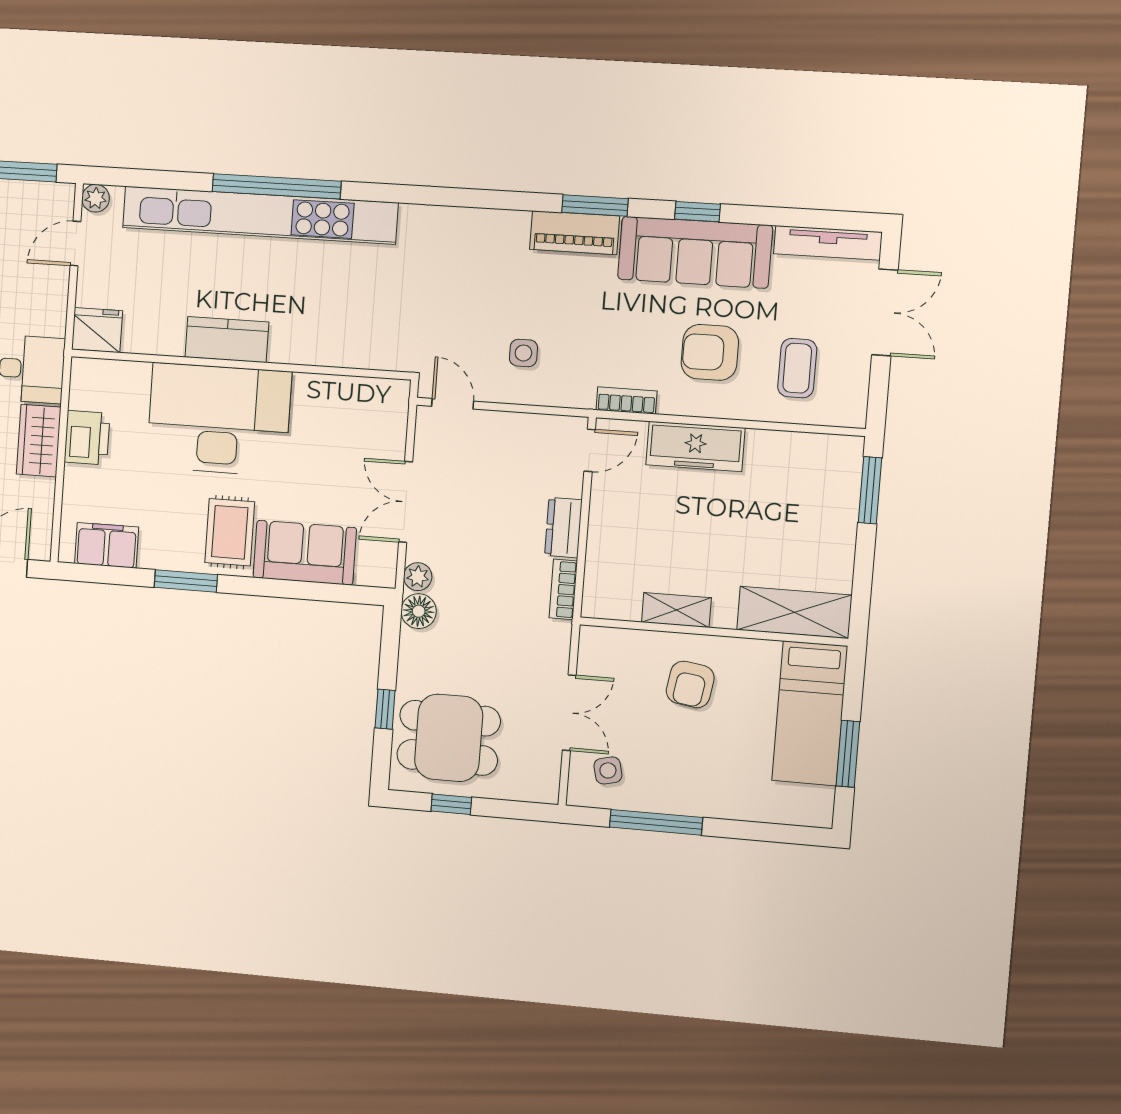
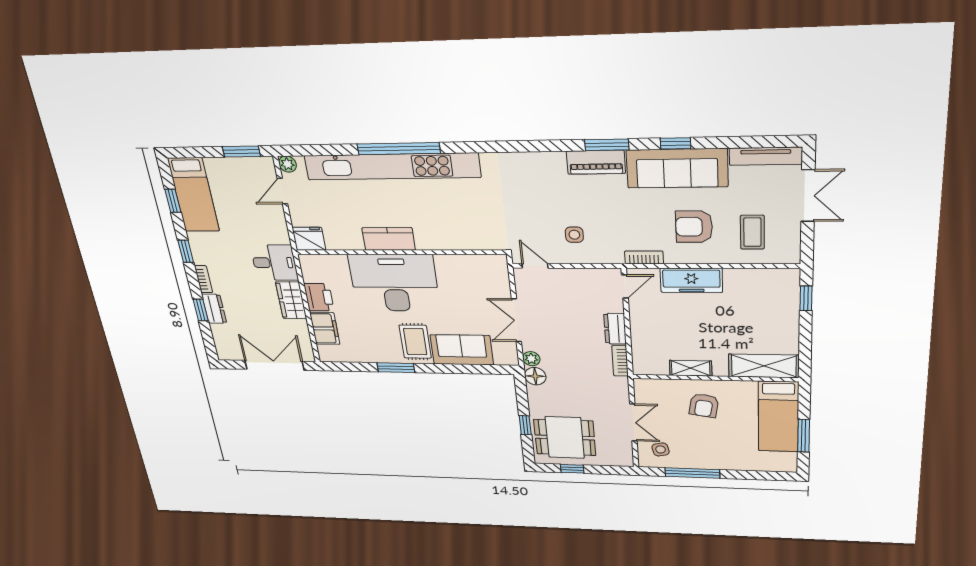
window: (870, 490) -> (806, 298), width x0.67
filing cabinet: (107, 545) -> (325, 328), moved, turned 90

